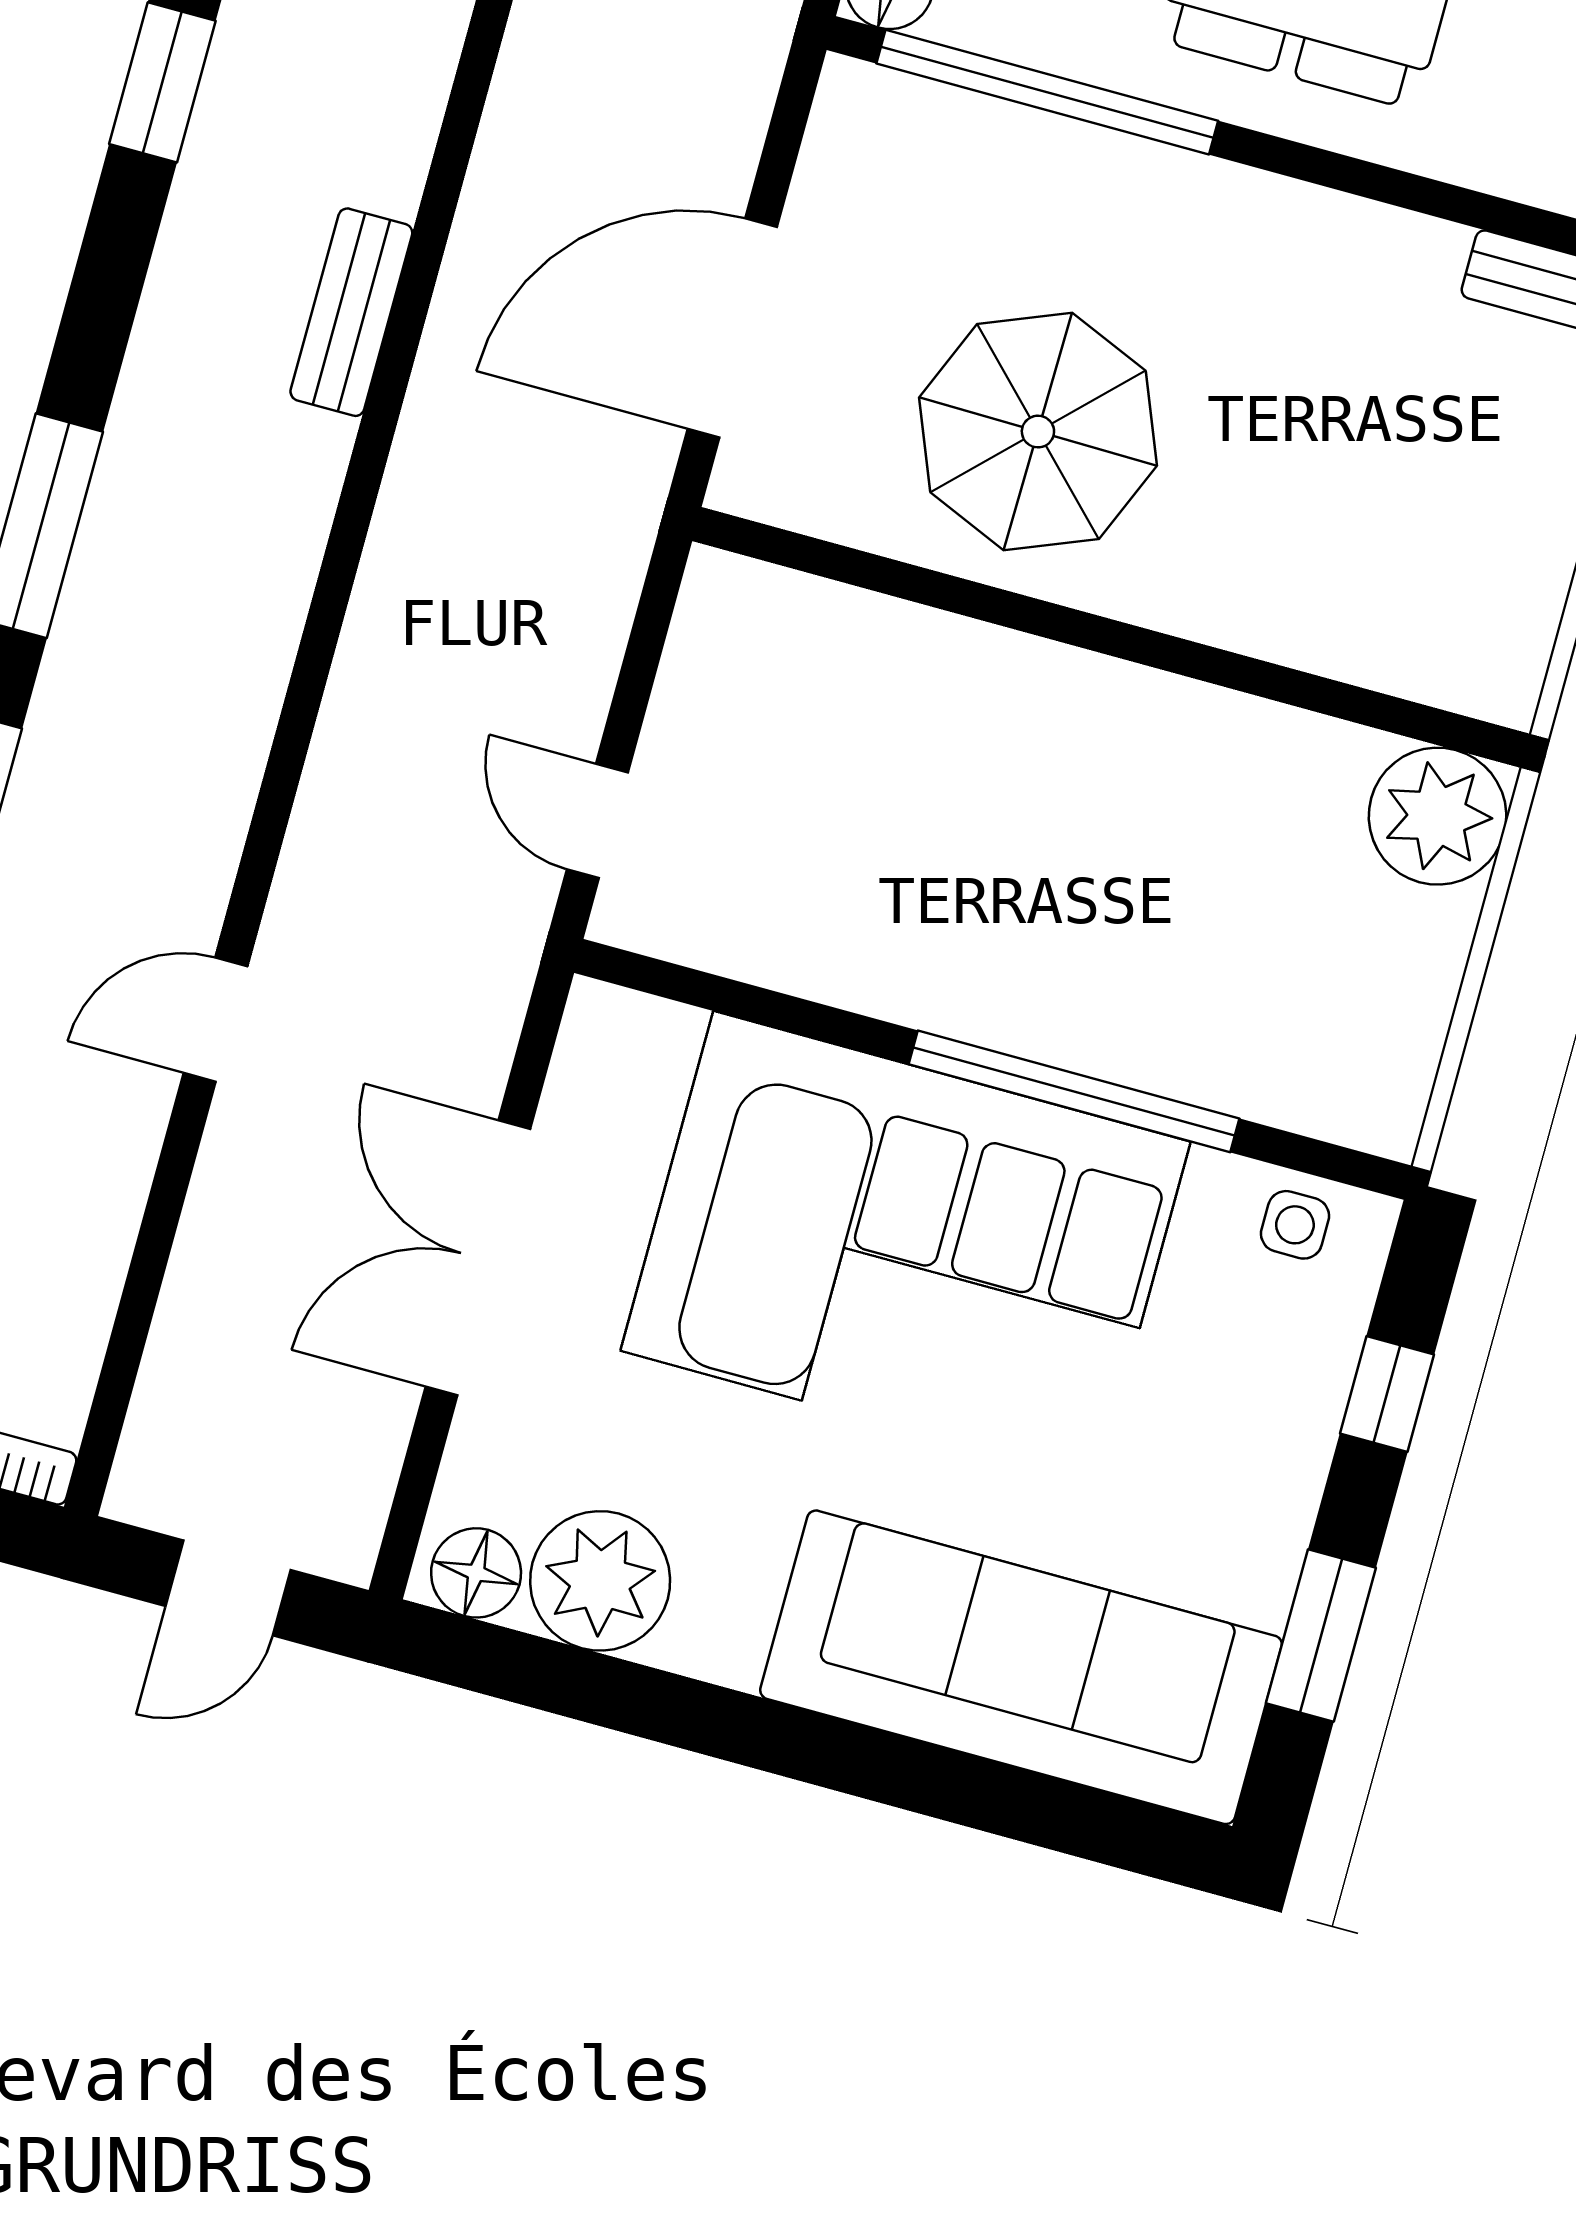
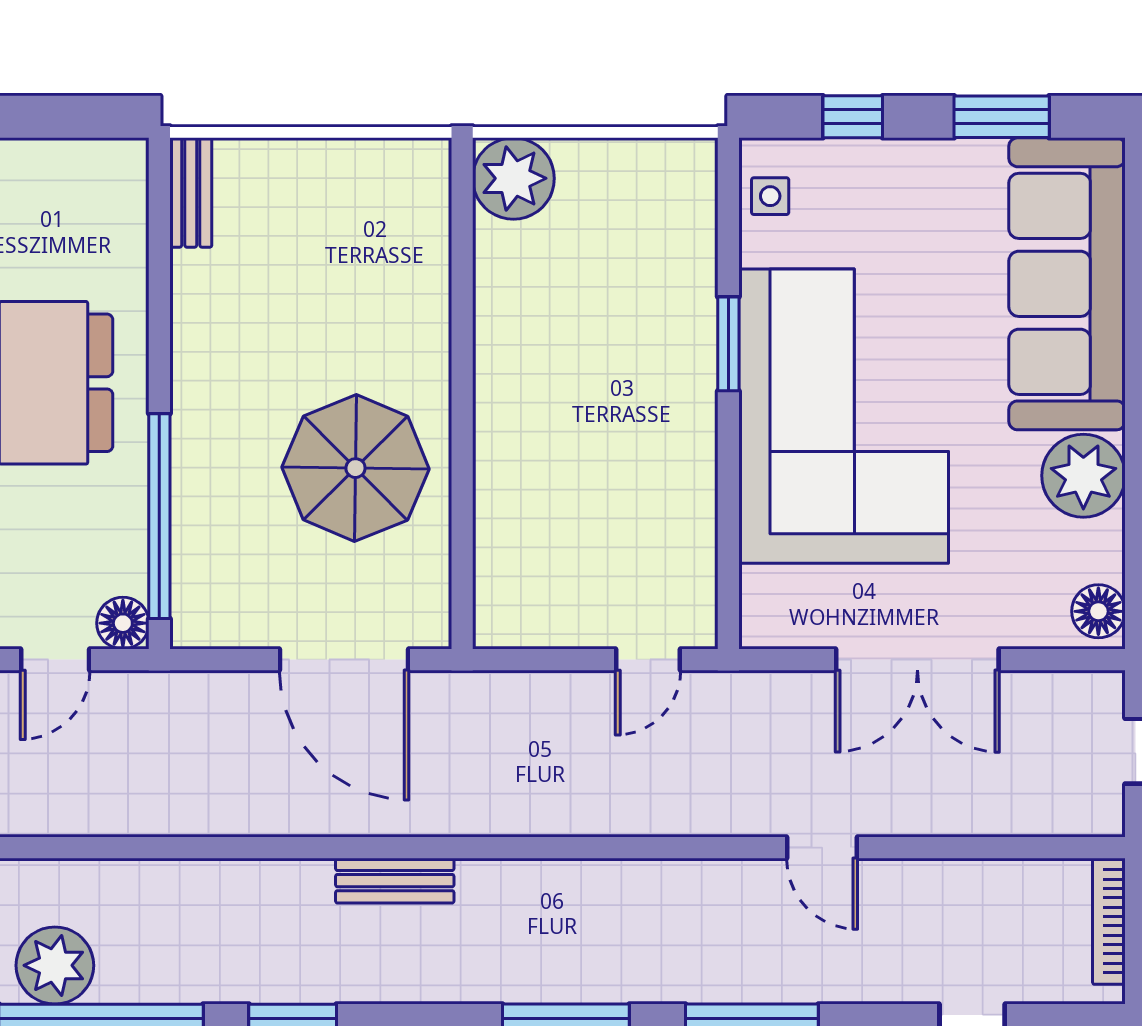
window: (1074, 1091) -> (728, 344), width x0.47
plant: (600, 1581) -> (1083, 476), moved

